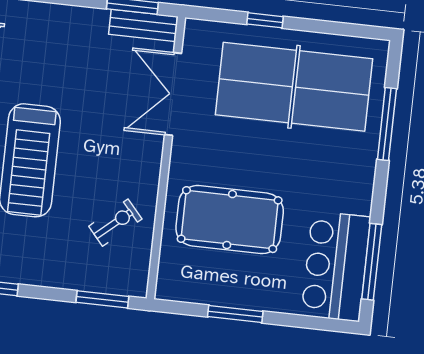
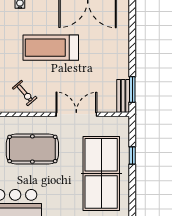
double door: (173, 94) -> (76, 114), moved
pool table: (230, 220) -> (32, 149), turned 90

